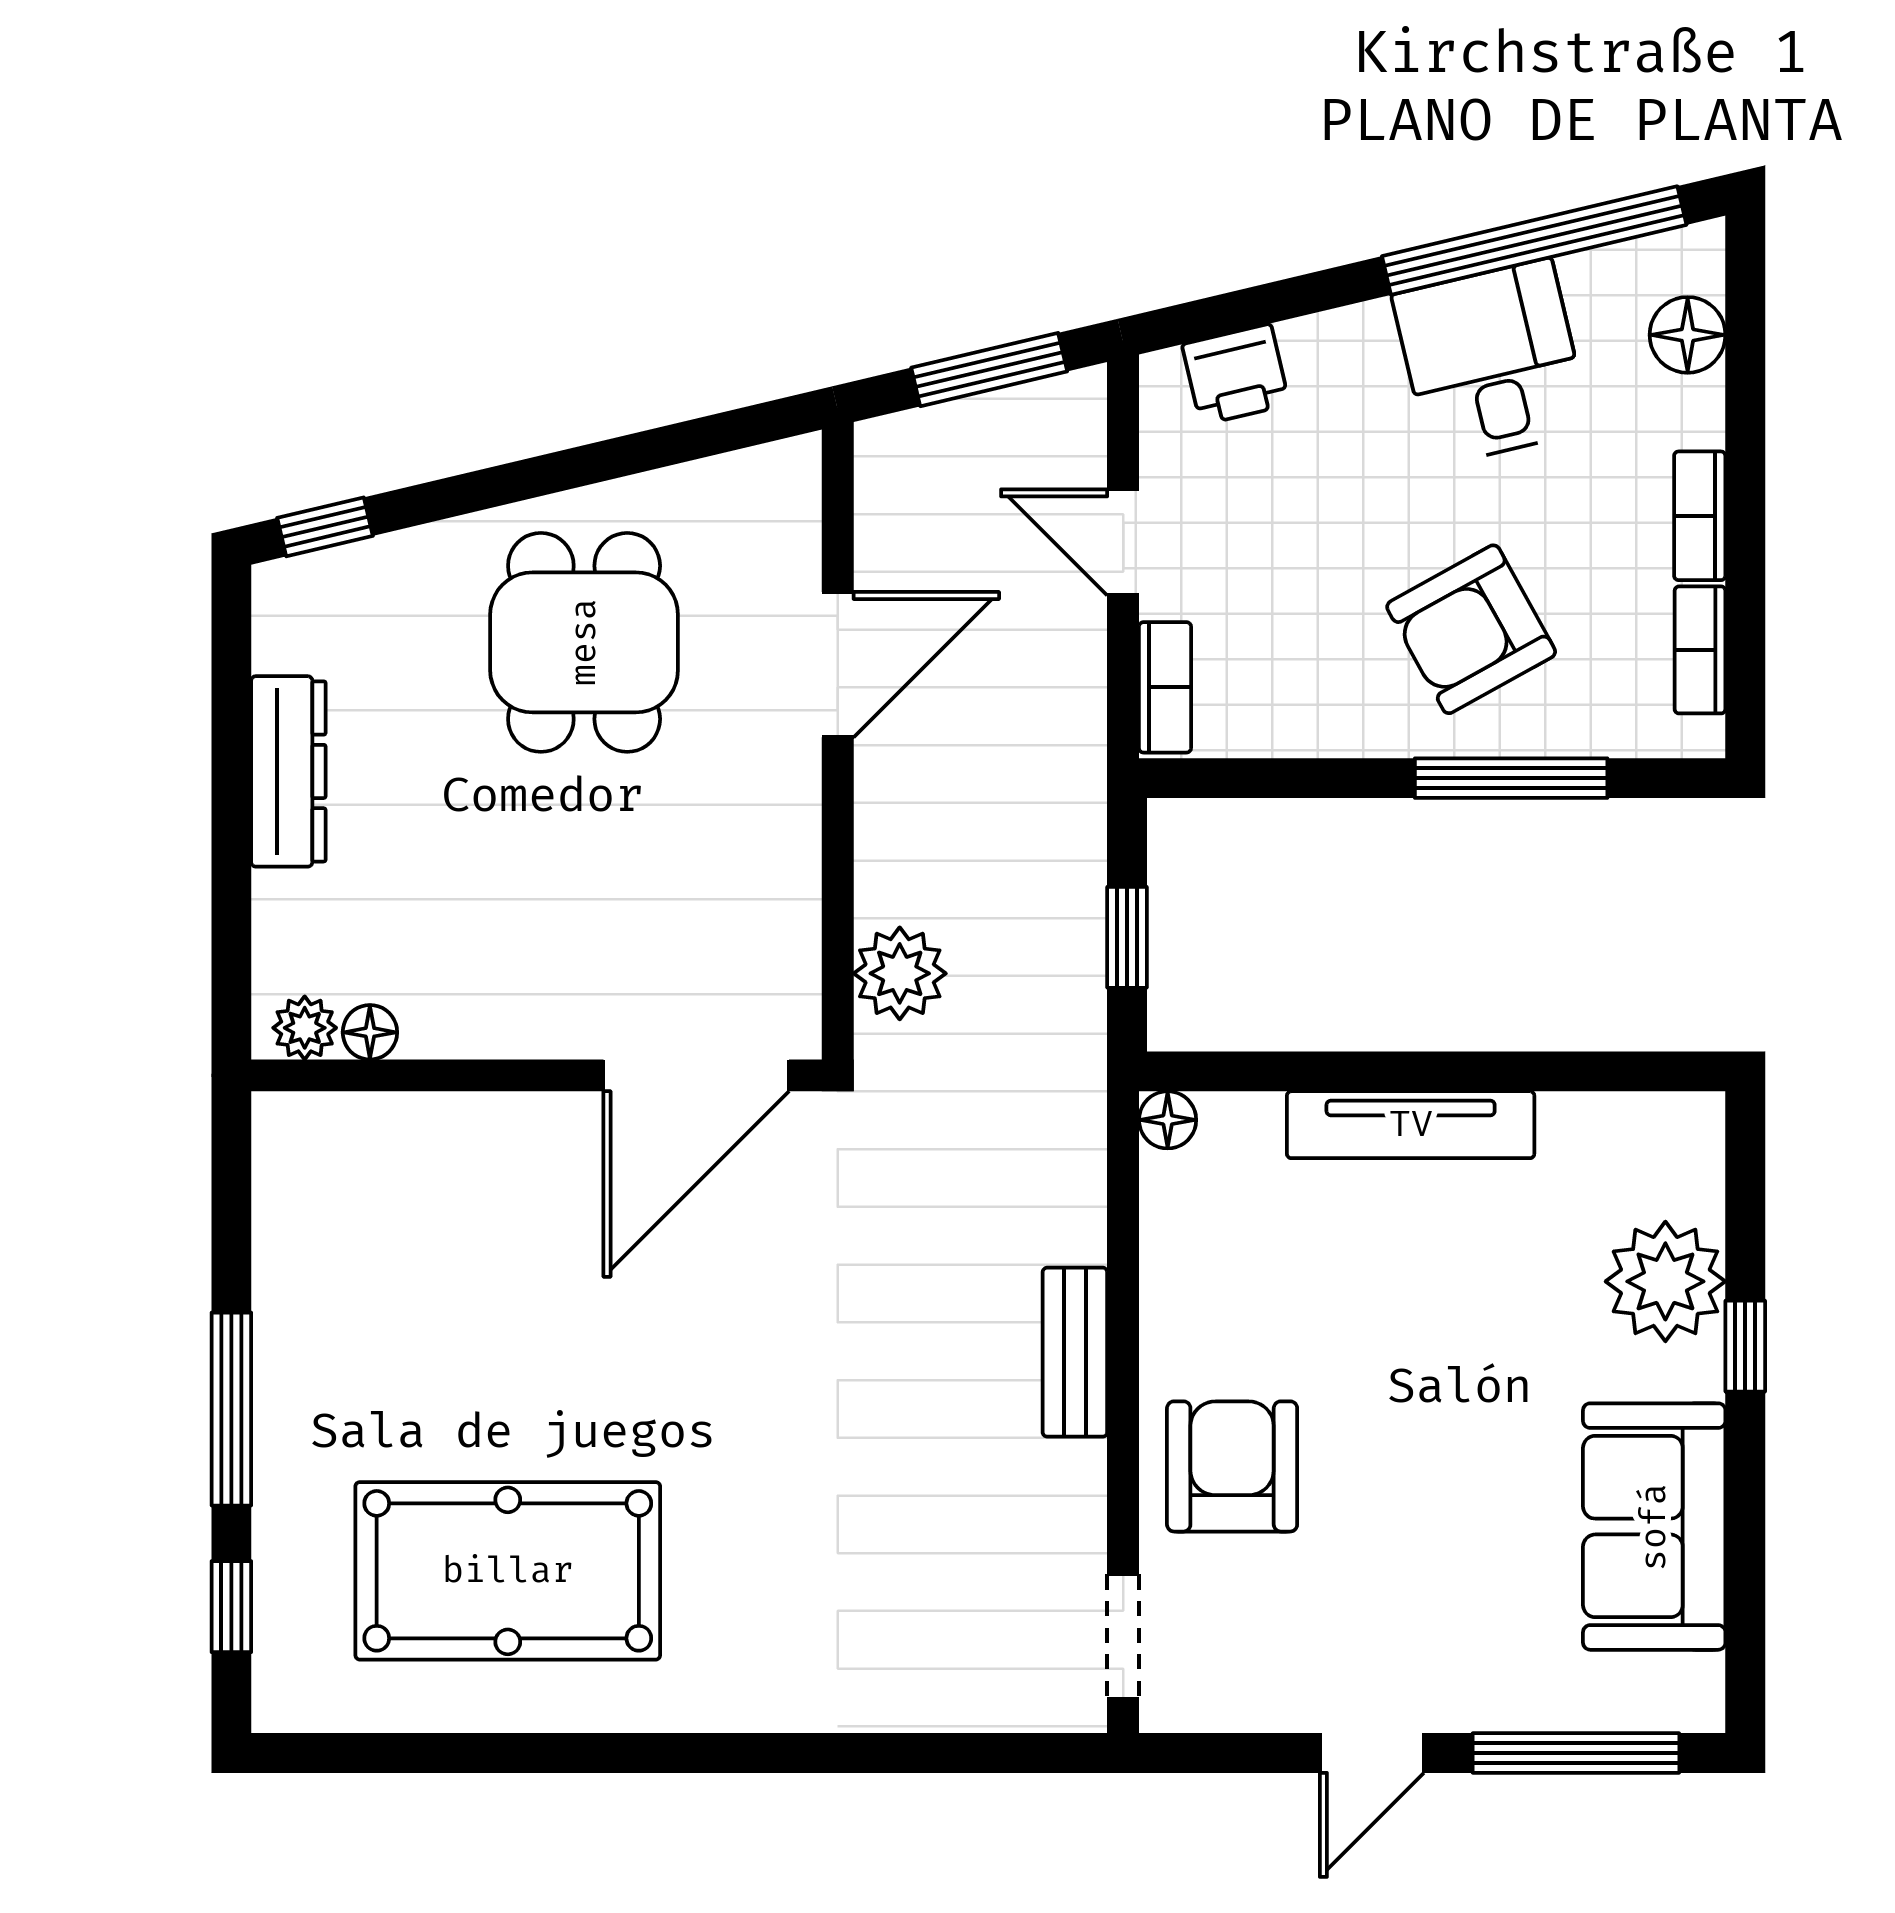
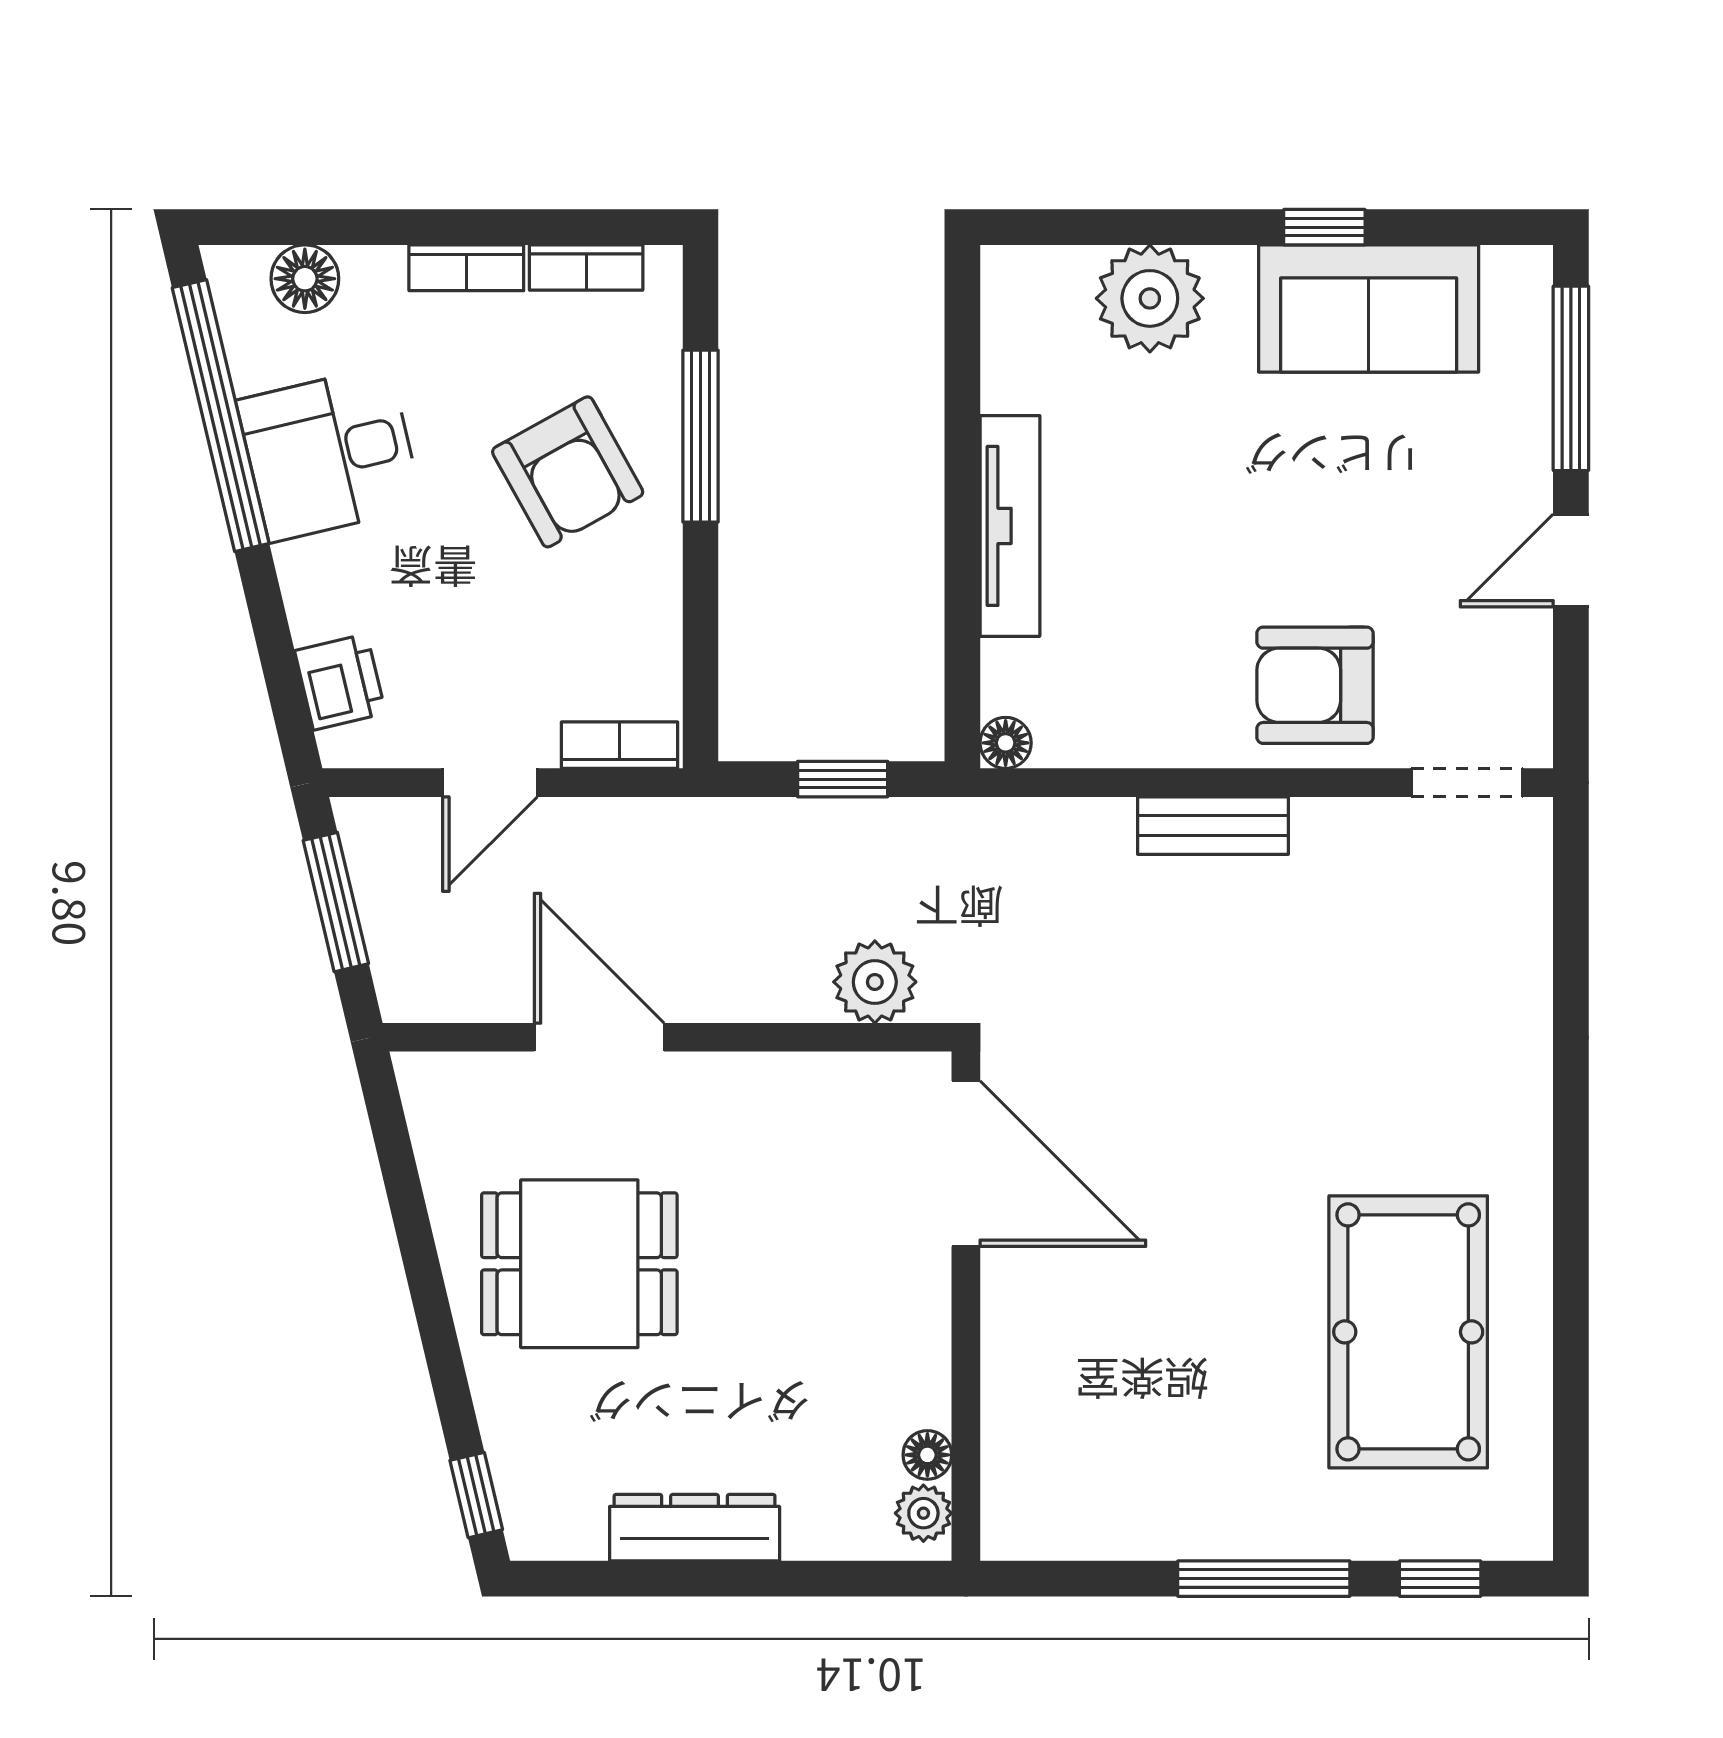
window: (1745, 1346) -> (1324, 227), moved
door: (1372, 1753) -> (1571, 560), swing flipped

